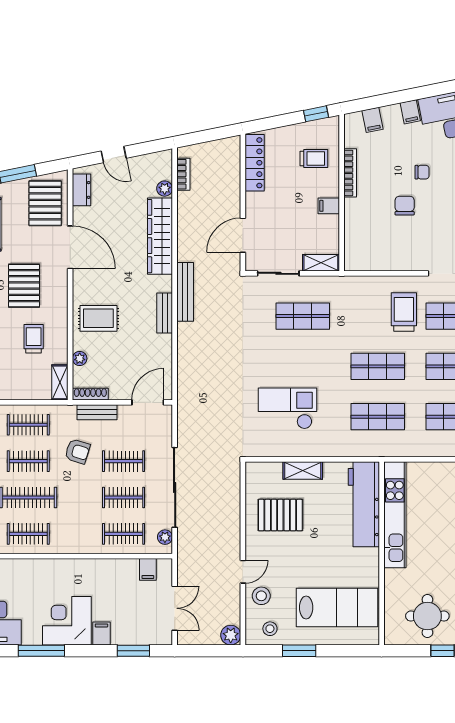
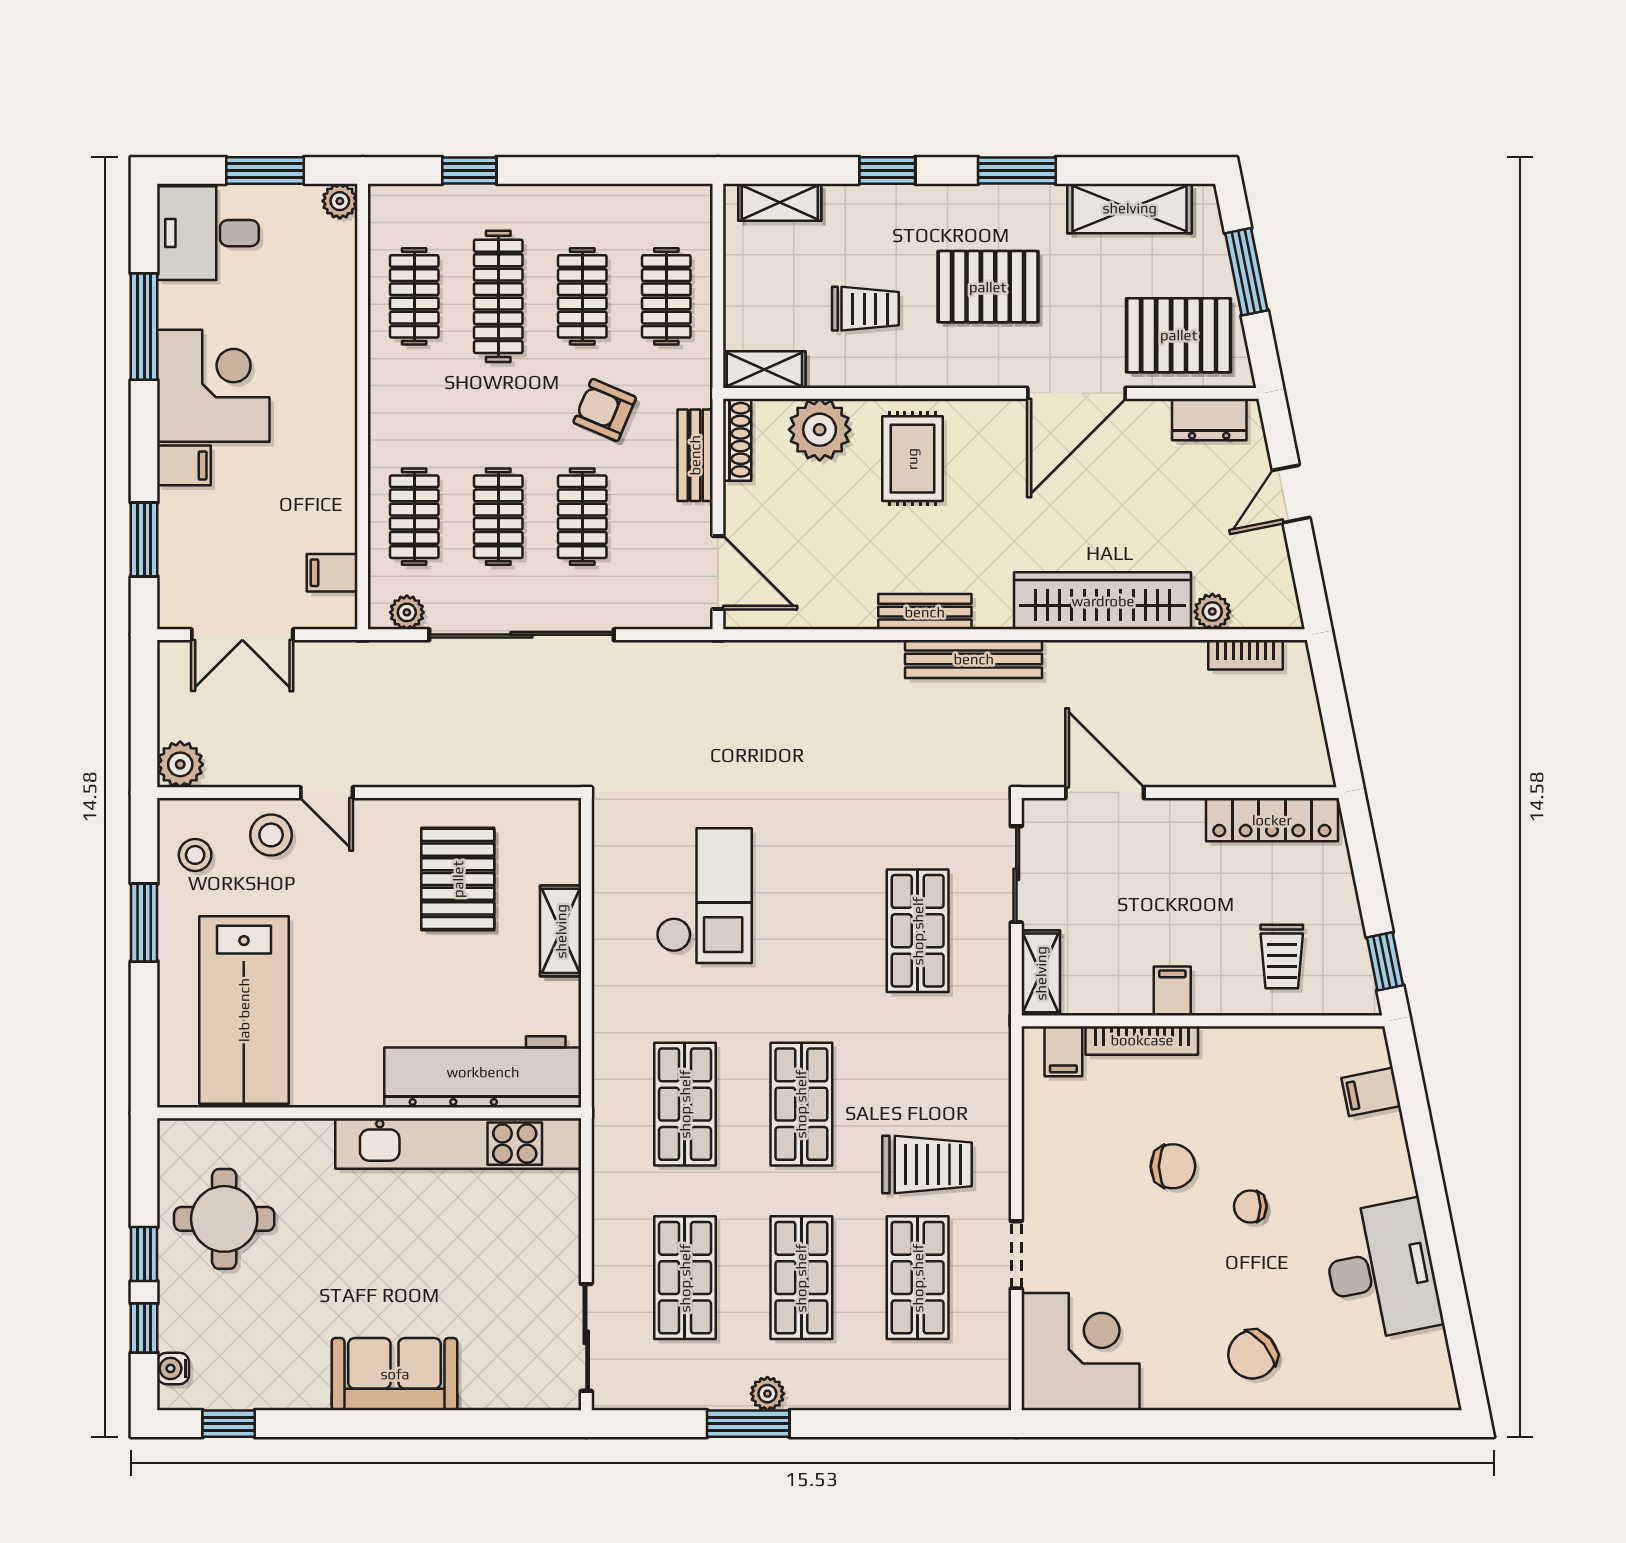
filing cabinet: (410, 112) -> (1063, 1051), moved, turned -79
chair: (422, 172) -> (1250, 1206), turned 90
bookcase: (350, 173) -> (1142, 1040), moved
plant: (80, 358) -> (820, 430), width x1.87, depth x1.87
armchair: (77, 451) -> (605, 410), turned 96

